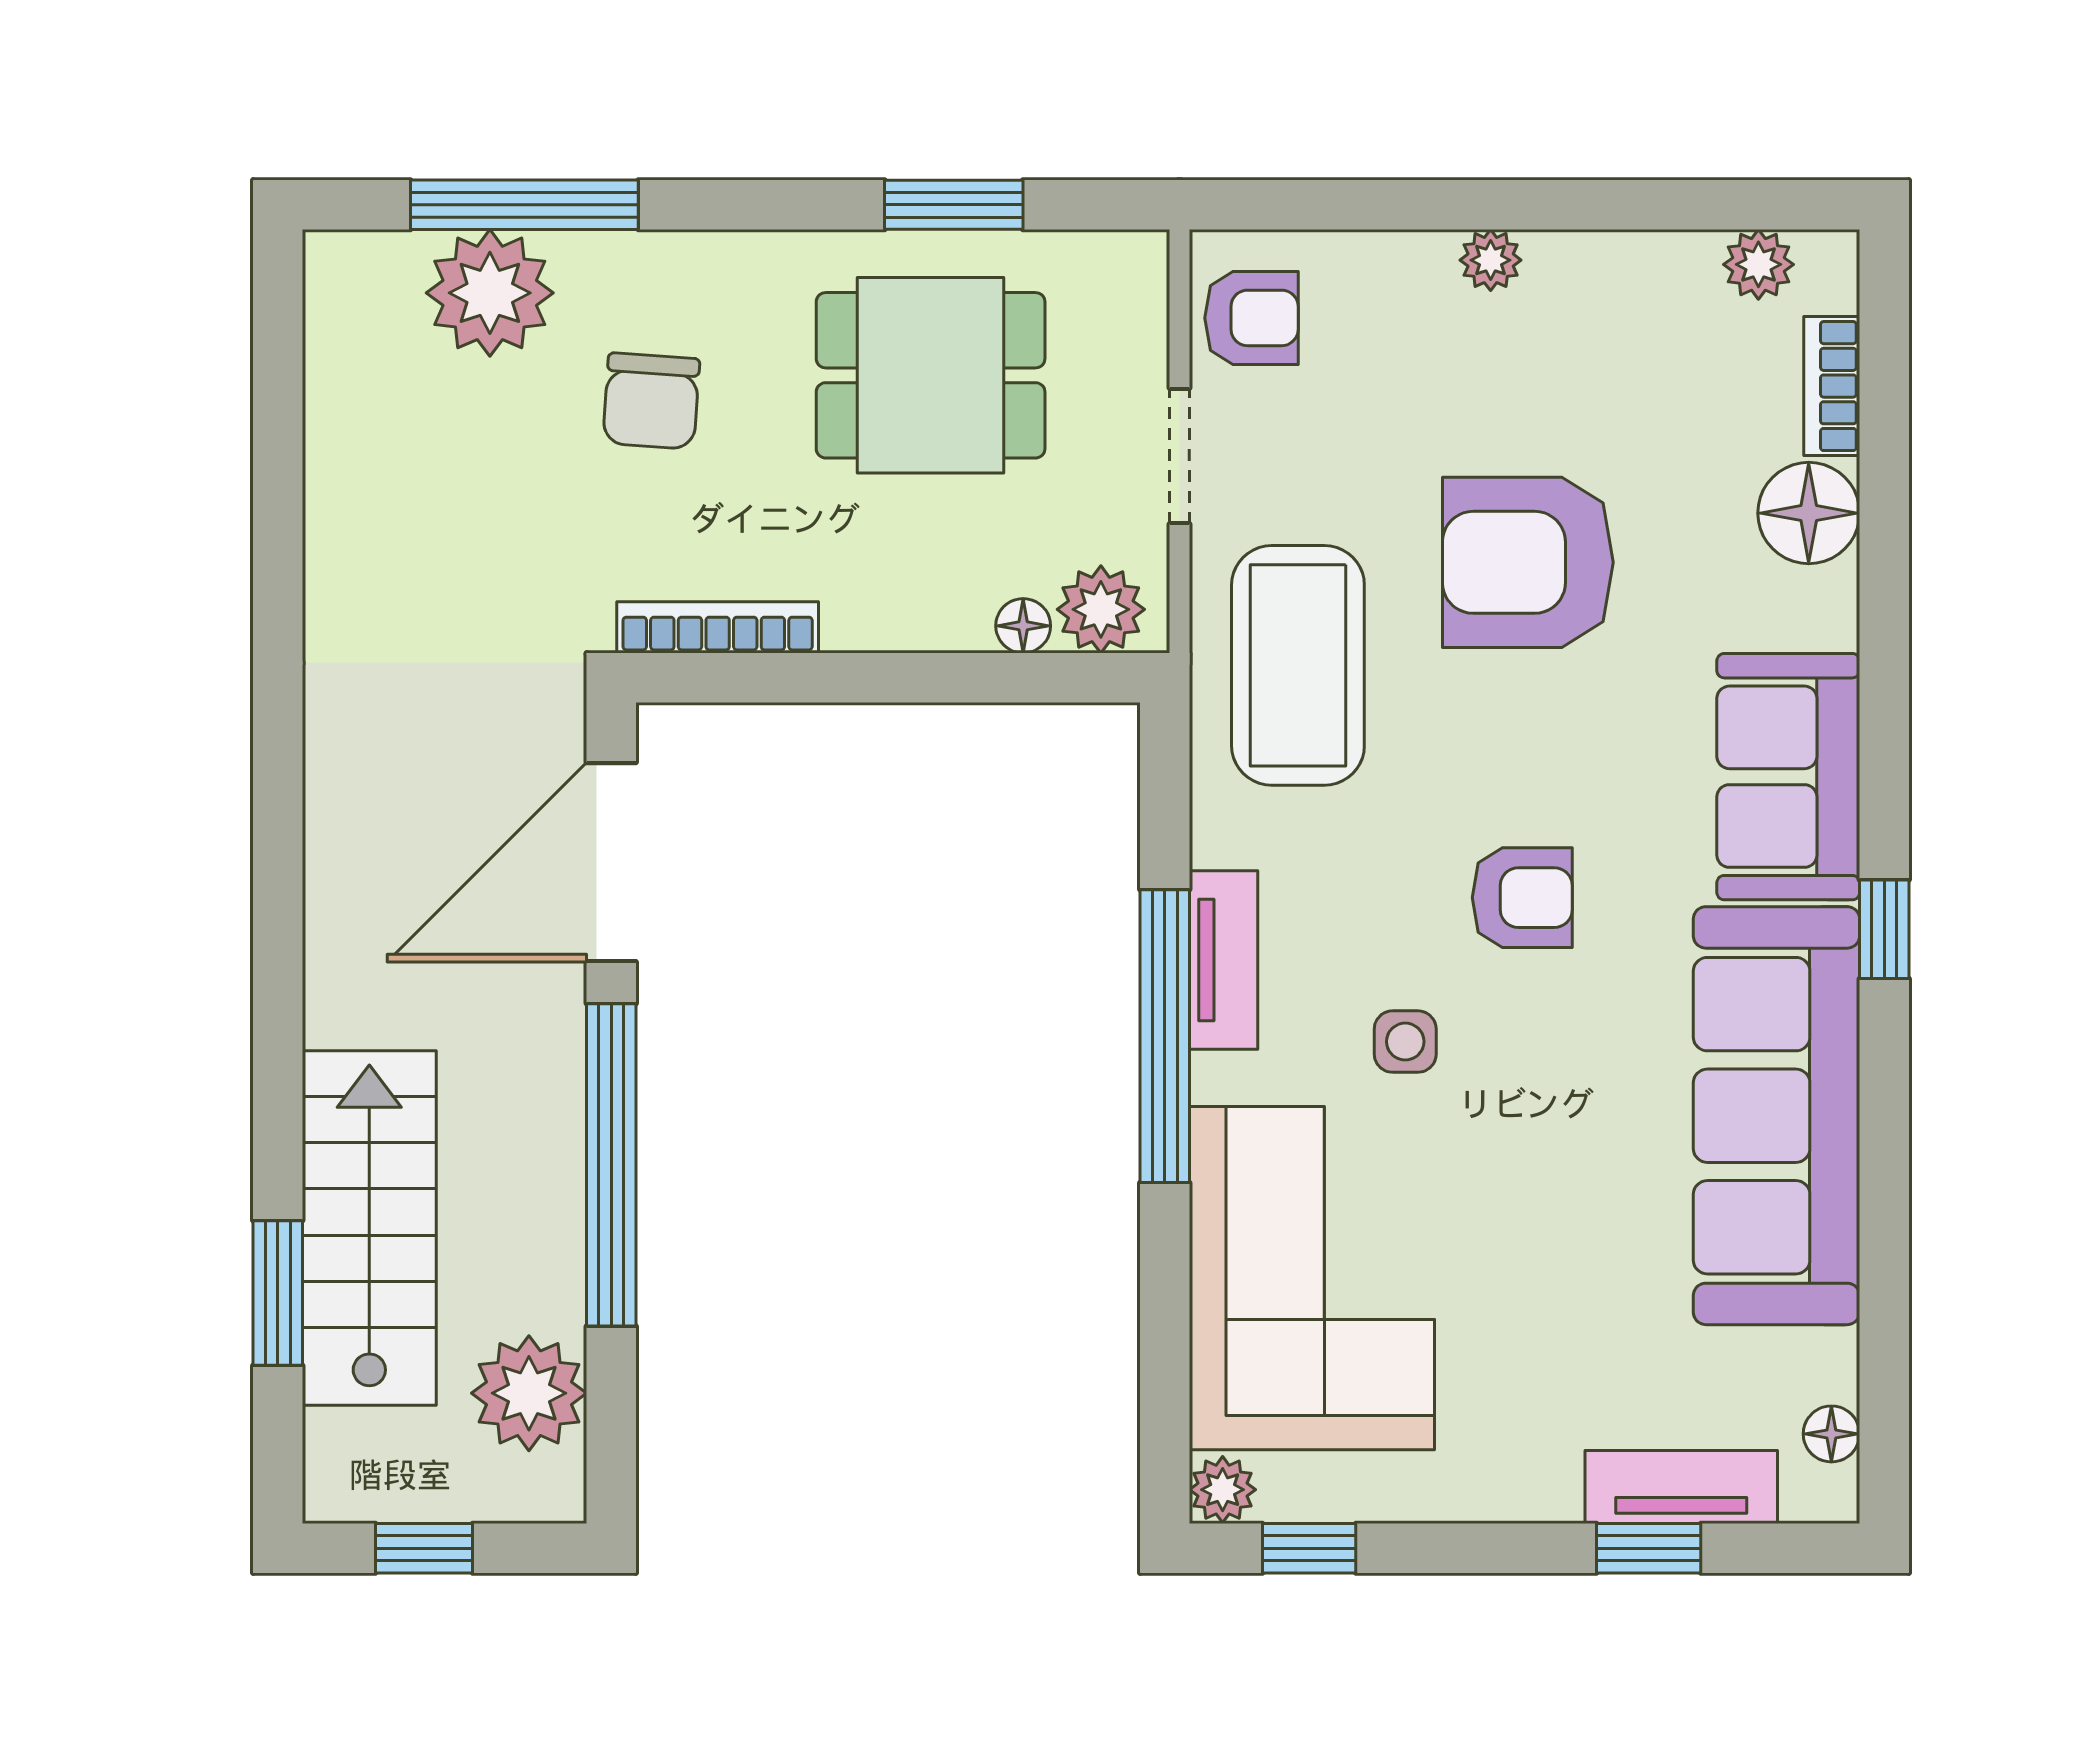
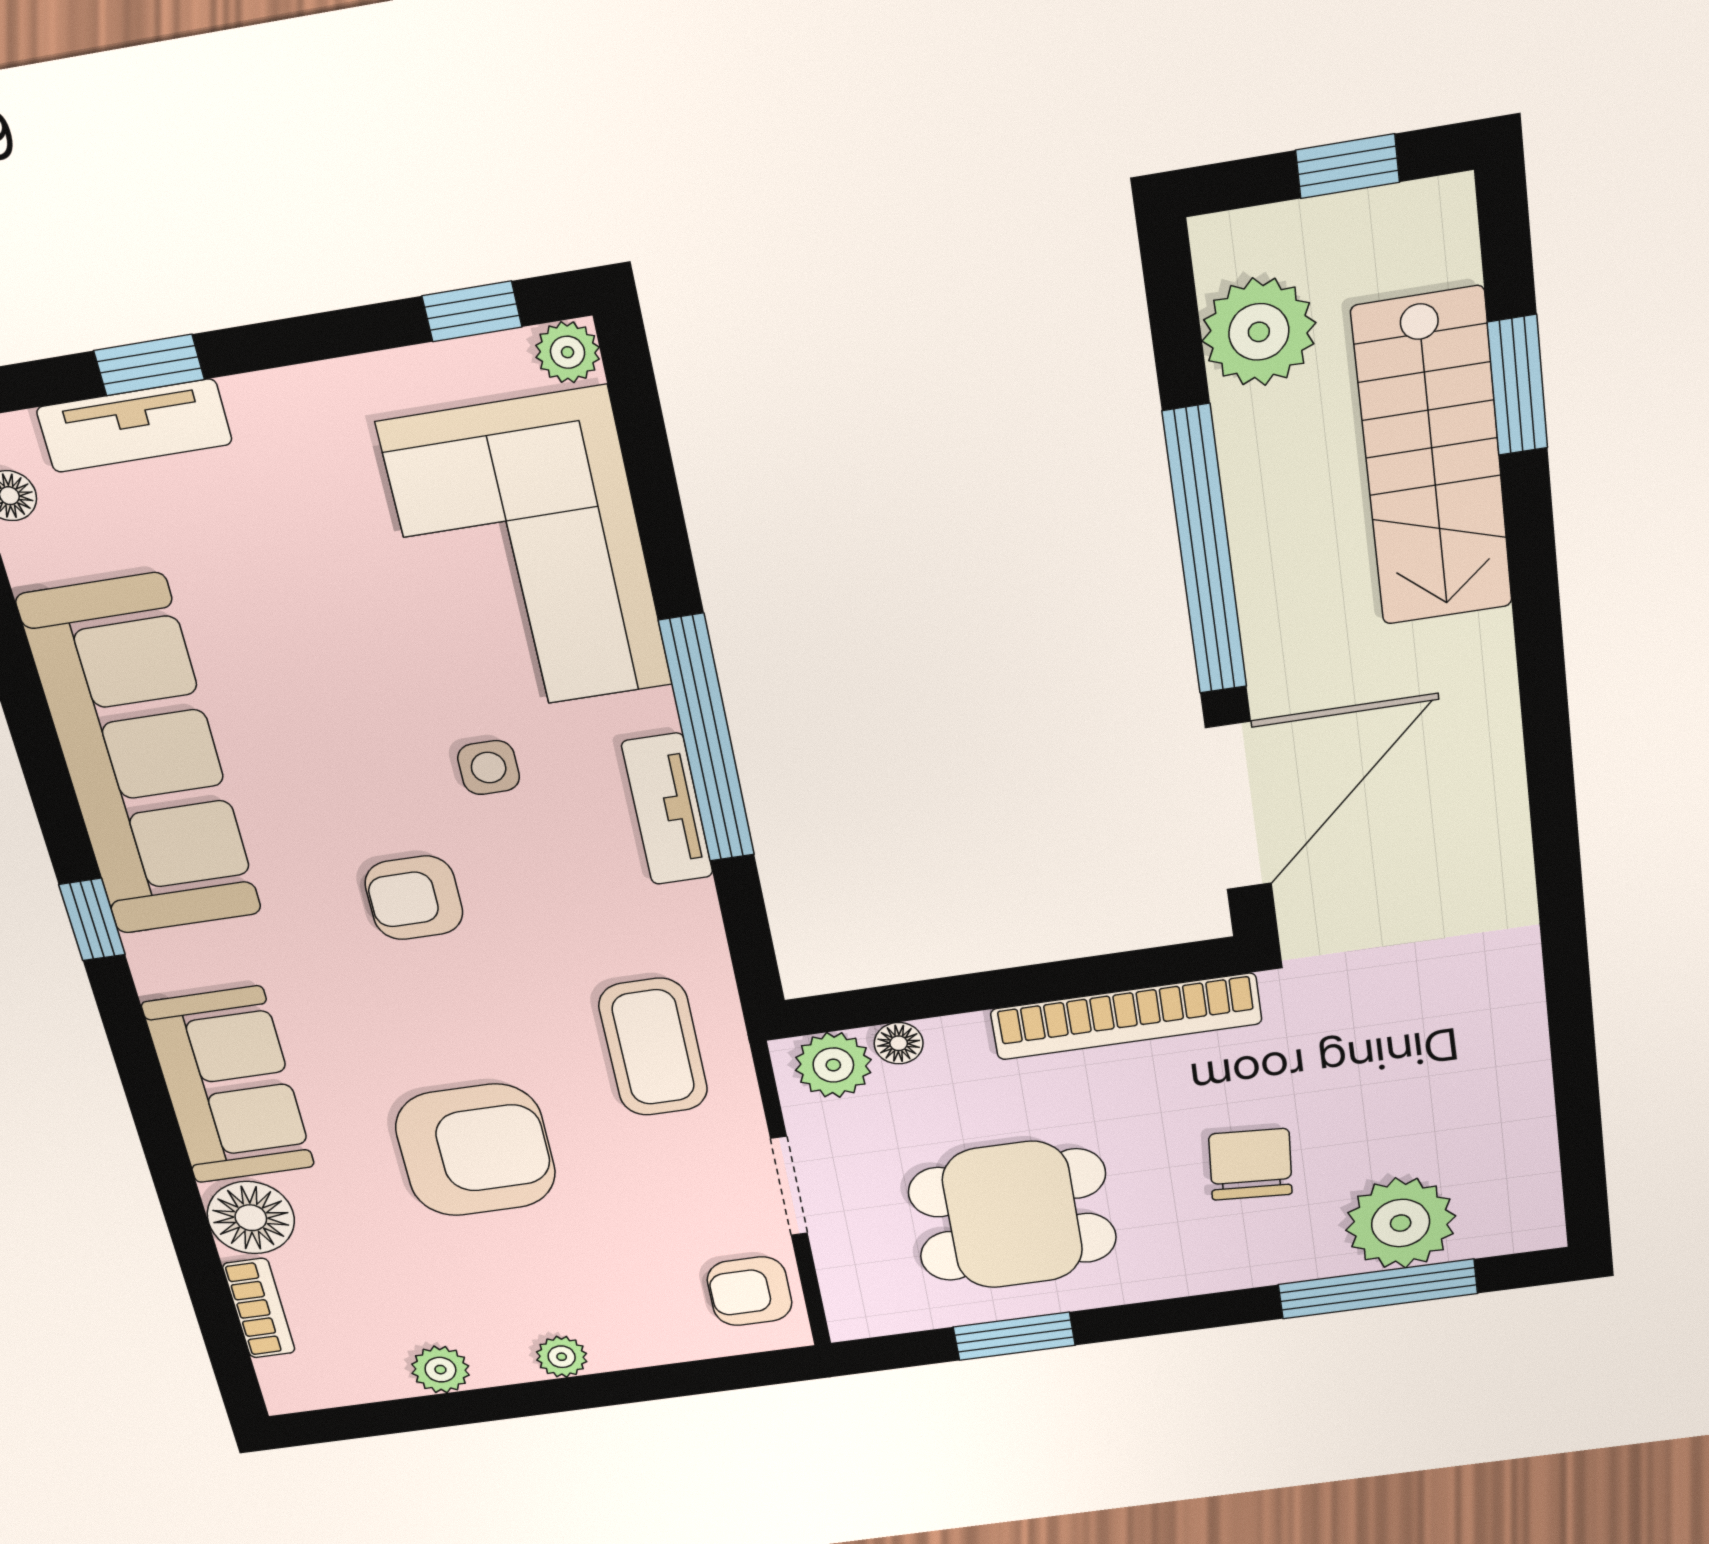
plant: (1758, 264) -> (440, 1370), moved
bookcase: (718, 627) -> (1126, 1016), width x1.48, depth x1.31
coffee table: (1298, 665) -> (653, 1047), width x0.73, depth x0.76
sofa: (1788, 777) -> (229, 1085), moved

